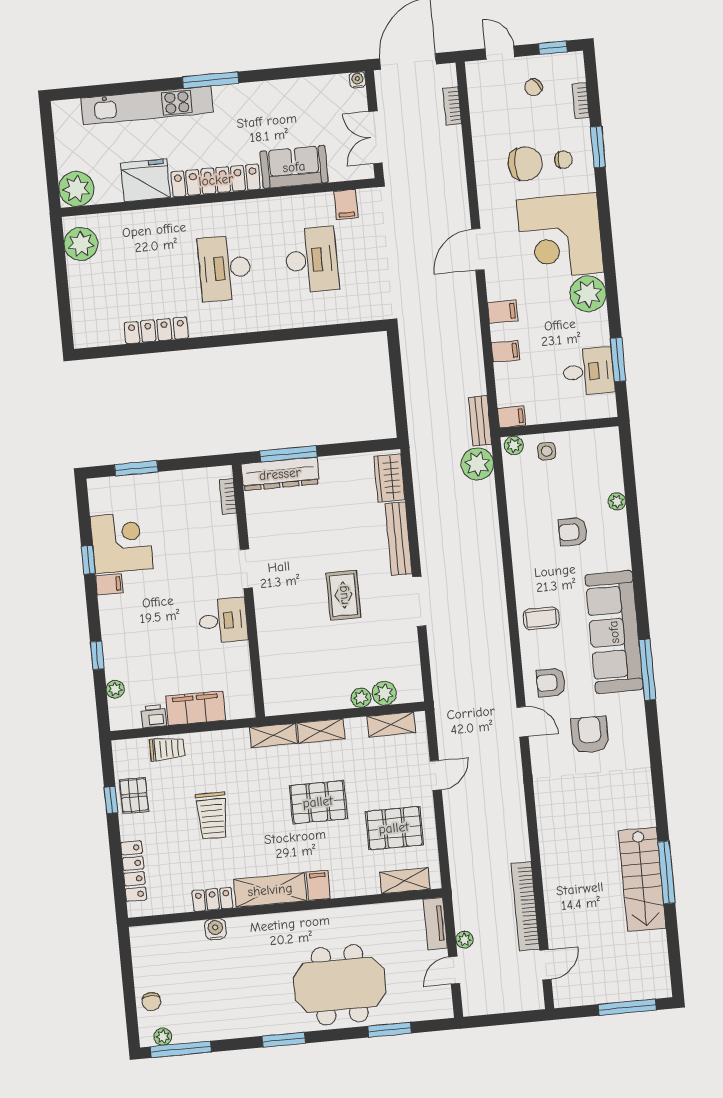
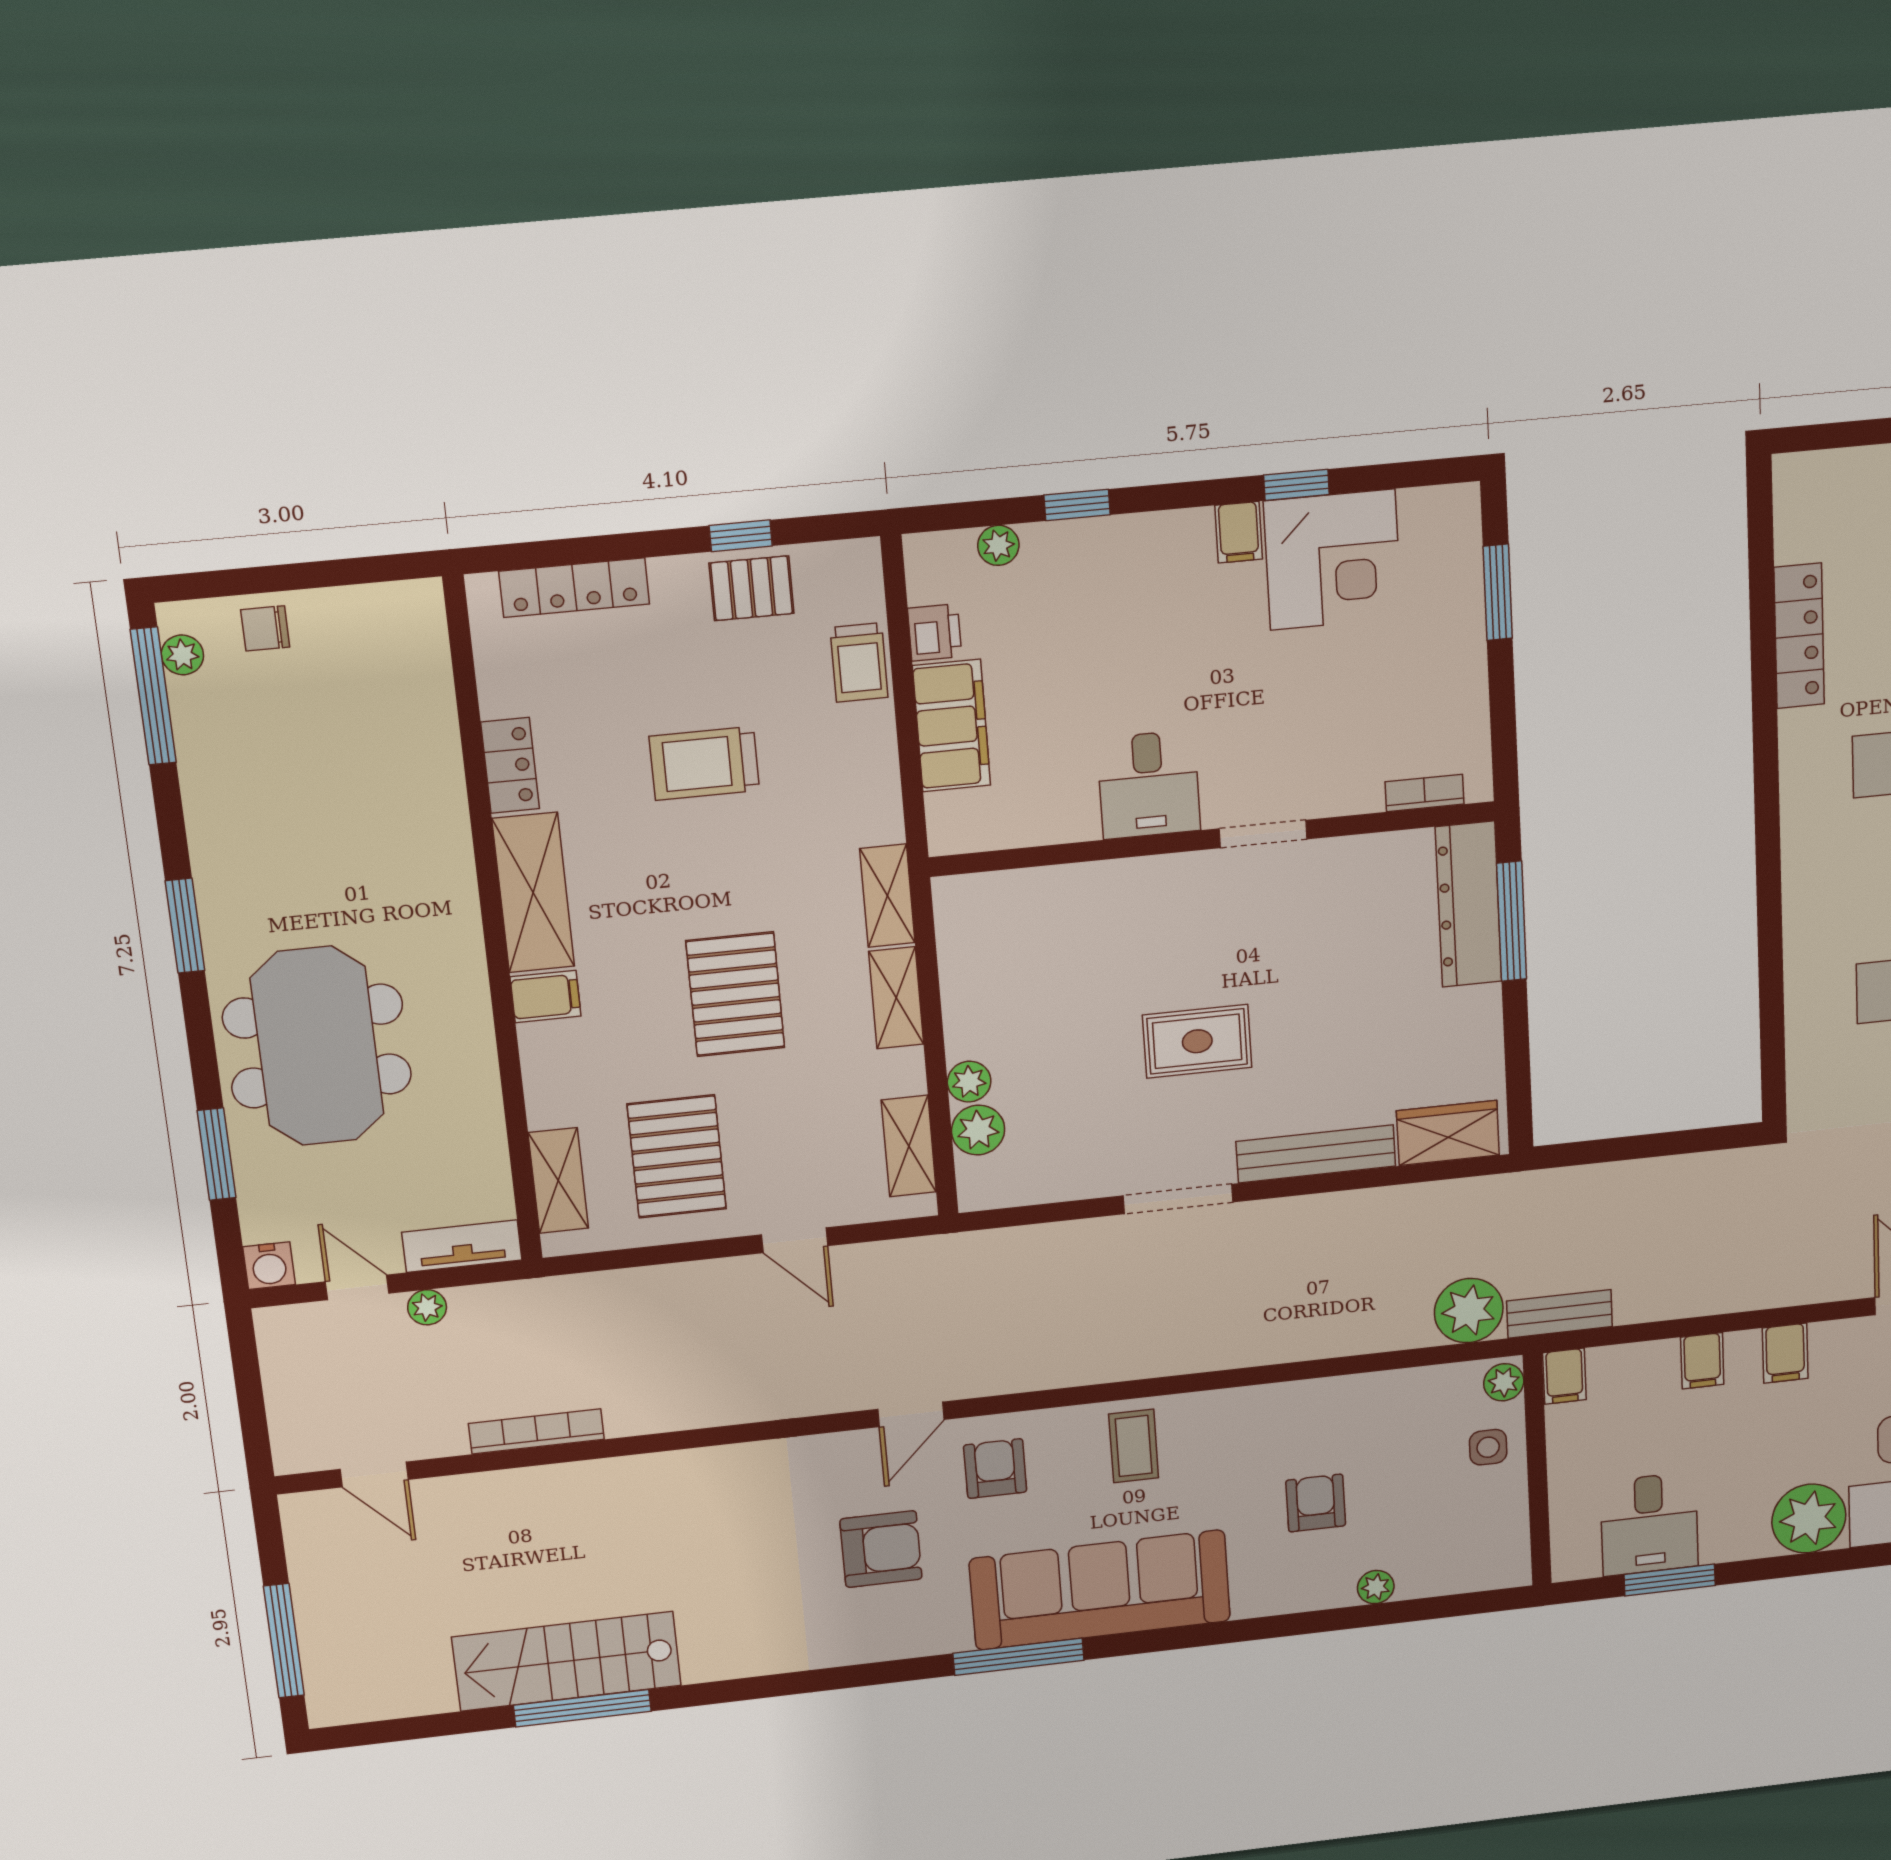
bookcase: (525, 906) -> (536, 1431), width x0.68, depth x0.76
water cooler: (215, 929) -> (269, 1266), moved, turned 90

